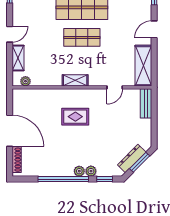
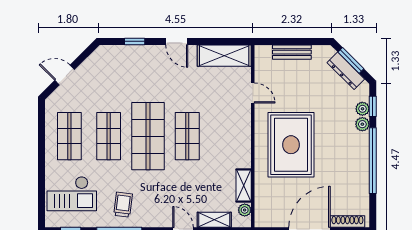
shelving: (75, 80) -> (244, 186), moved
bench: (146, 103) -> (292, 52), moved
rug: (75, 117) -> (291, 145), width x1.86, depth x2.06
plant: (79, 171) -> (362, 109), moved

